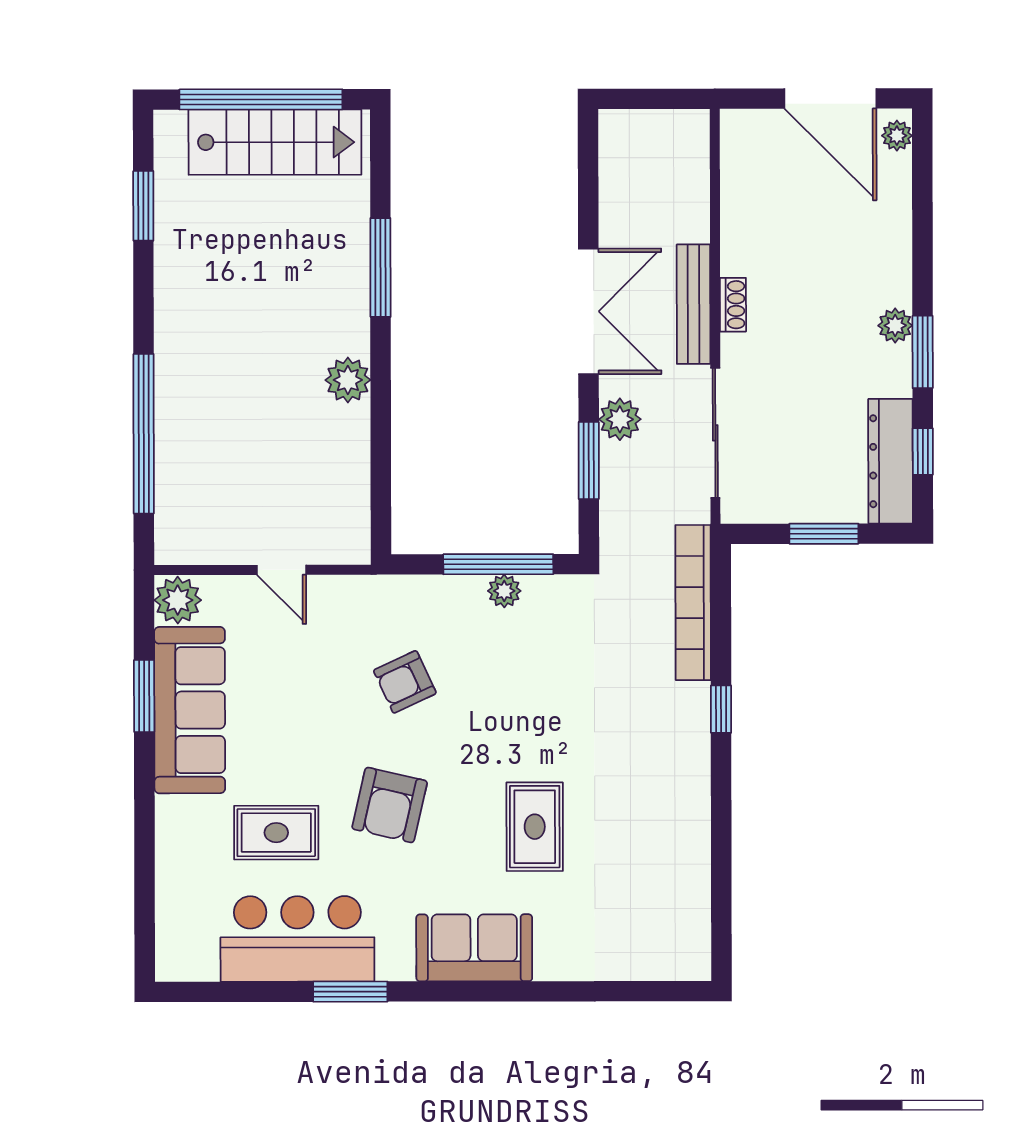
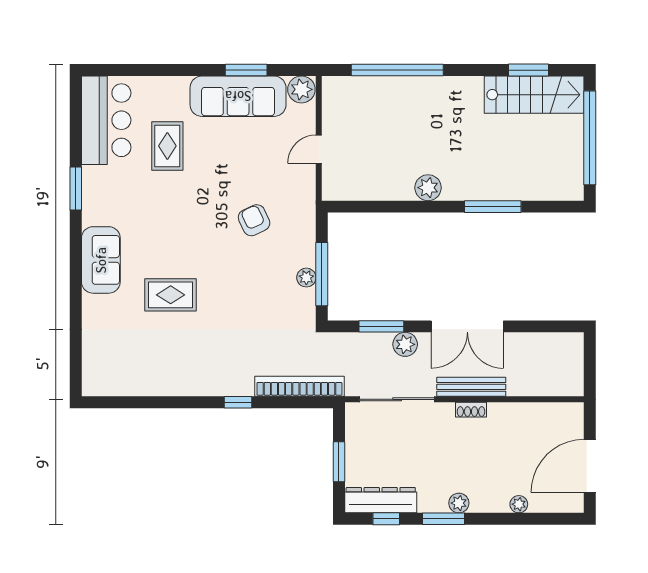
plant: (897, 136) -> (519, 504), moved
stairs: (275, 142) -> (534, 95), moved, turned -90
armchair: (390, 805) -> (183, 211), removed
bar counter: (297, 939) -> (106, 120), moved

